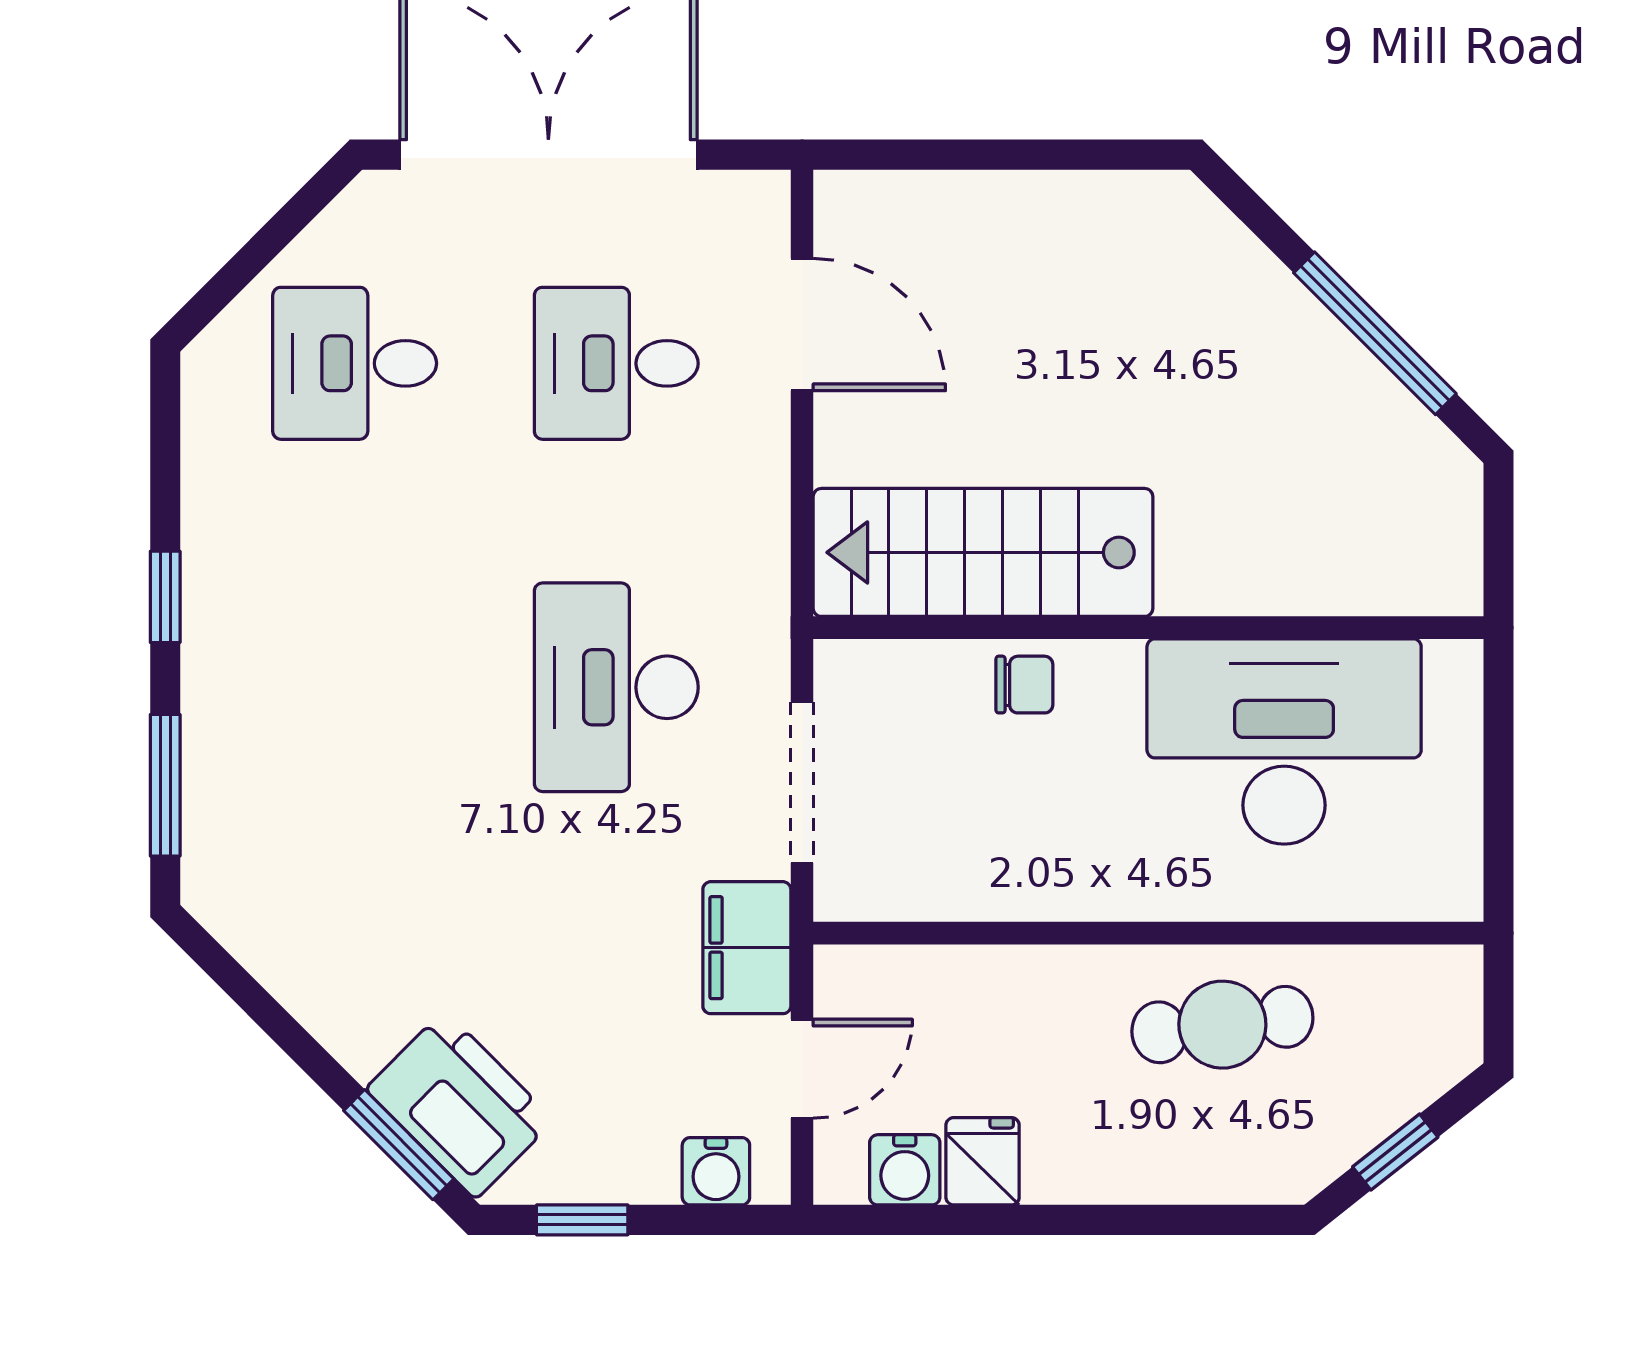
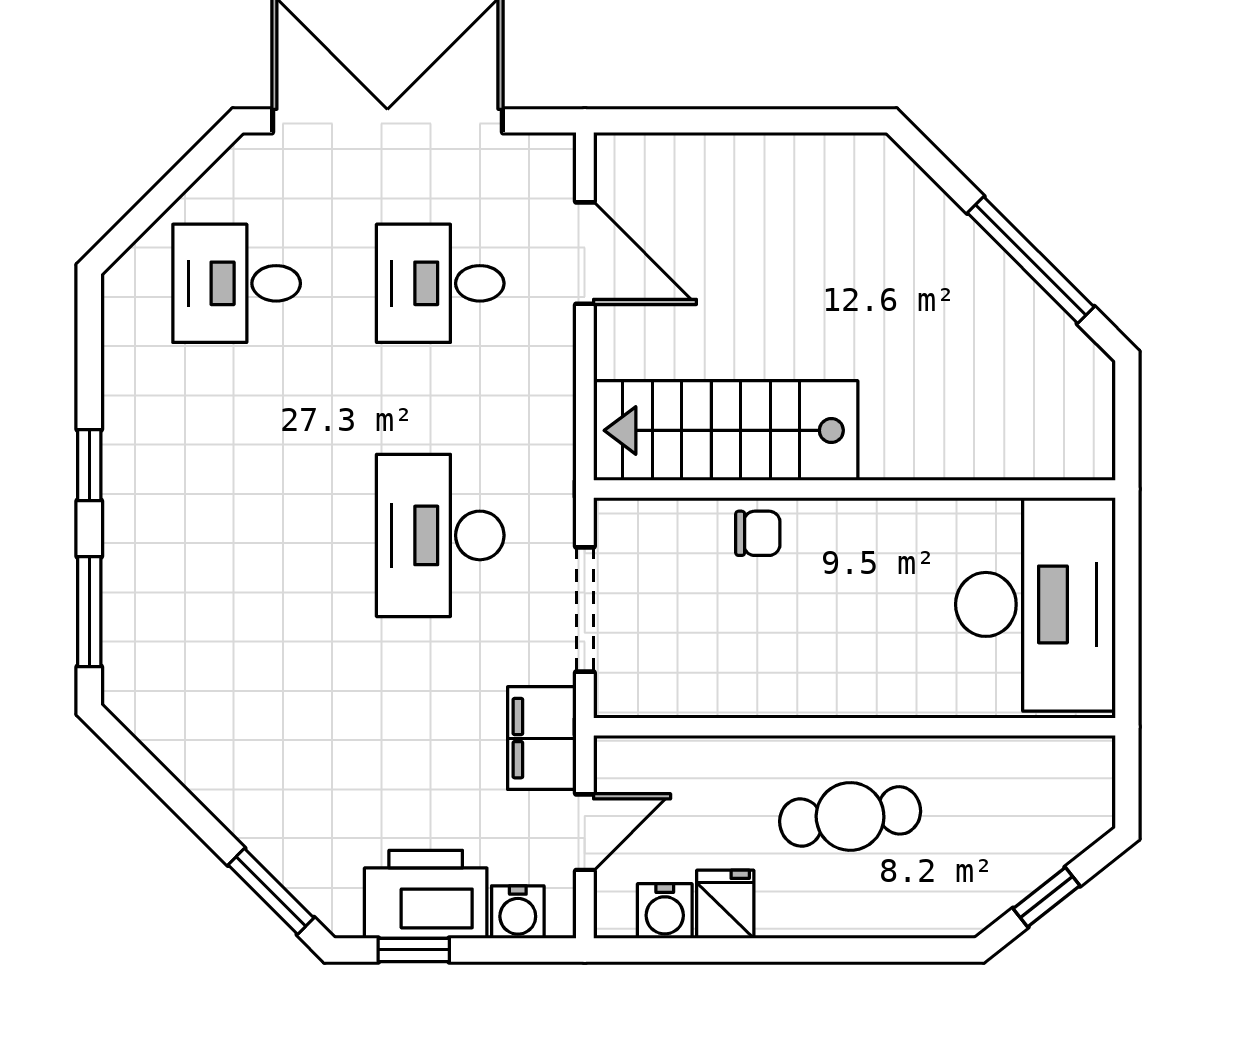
desk: (1284, 742) -> (1035, 604), moved, turned 90
cafe table: (1222, 1025) -> (850, 816), moved
printer: (460, 1105) -> (426, 894), moved, turned -45

